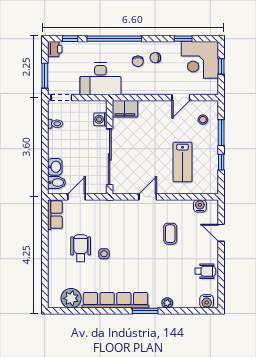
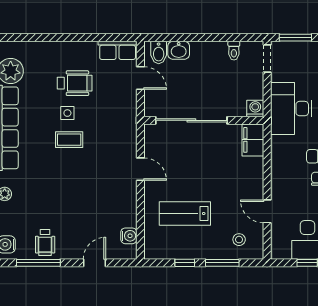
washing machine: (100, 119) -> (255, 108), moved
coffee table: (170, 234) -> (69, 140), moved
window: (221, 277) -> (38, 263), added

